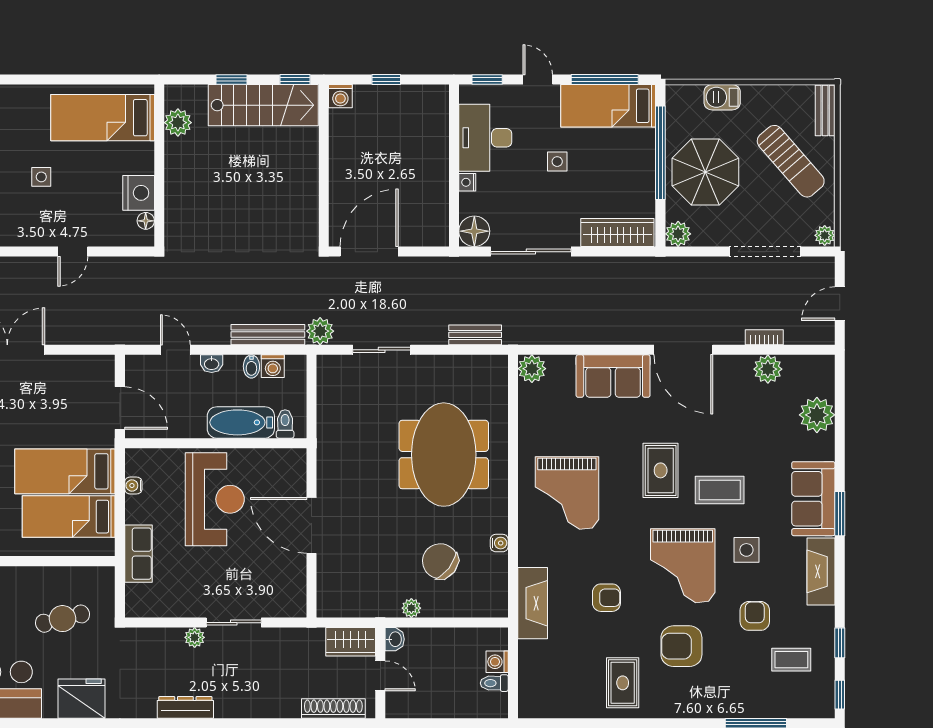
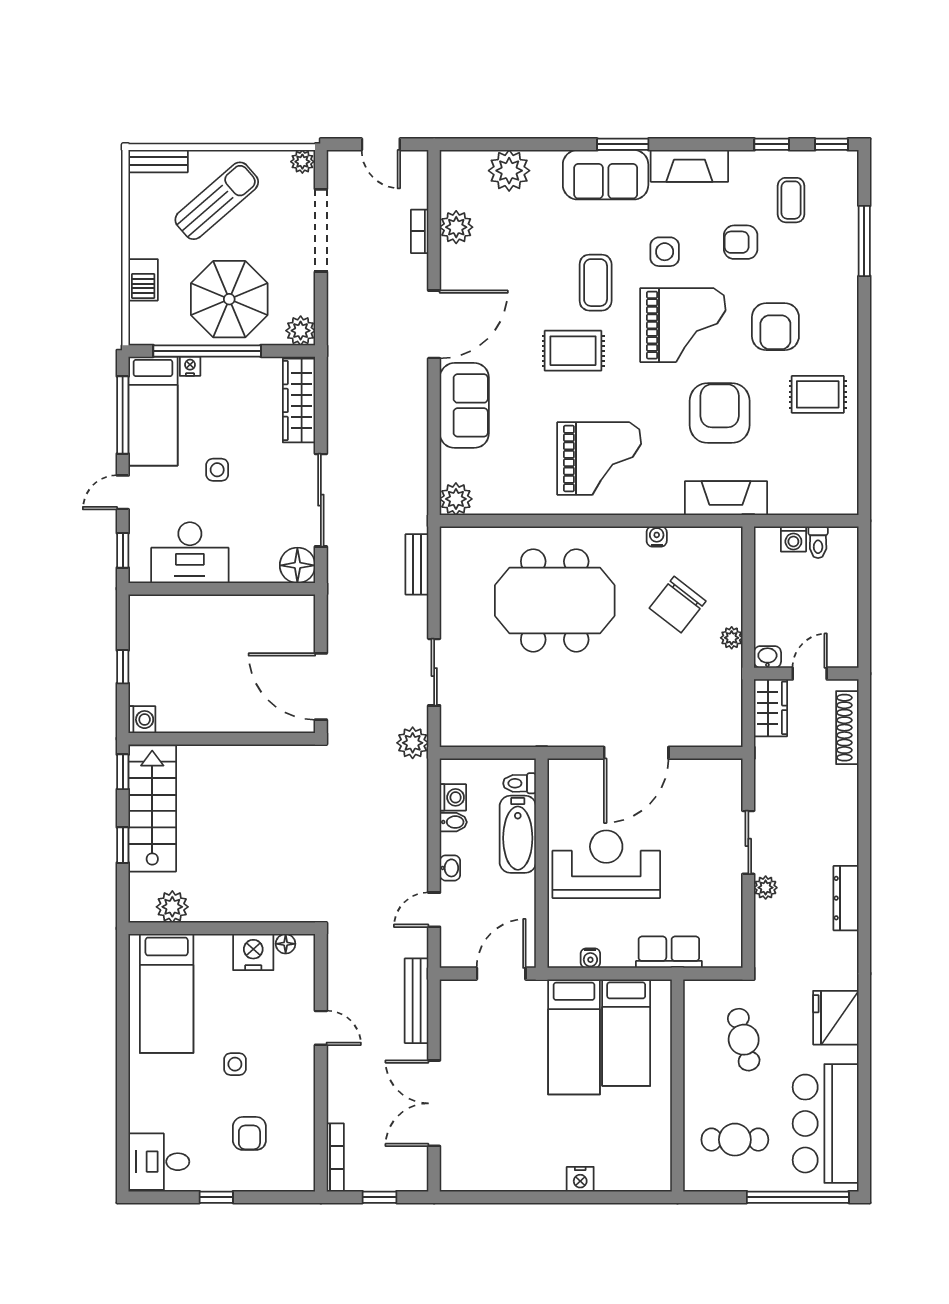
nightstand: (467, 182) -> (190, 366), moved, turned 180
bench: (268, 335) -> (417, 1001), moved
armchair: (606, 598) -> (720, 413), width x1.88, depth x1.88

